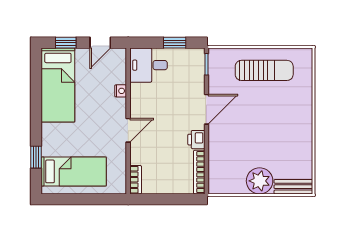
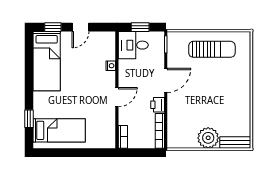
desk: (149, 65) -> (133, 45), moved
nightstand: (121, 91) -> (111, 66), moved
wall: (128, 121) -> (117, 90), moved
door: (128, 130) -> (117, 97), moved
bookcase: (136, 180) -> (123, 137), moved

